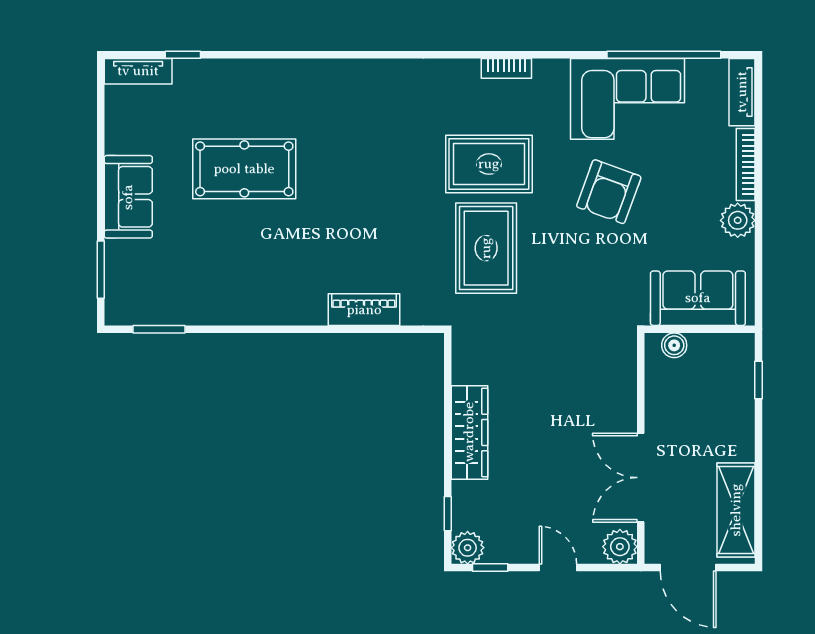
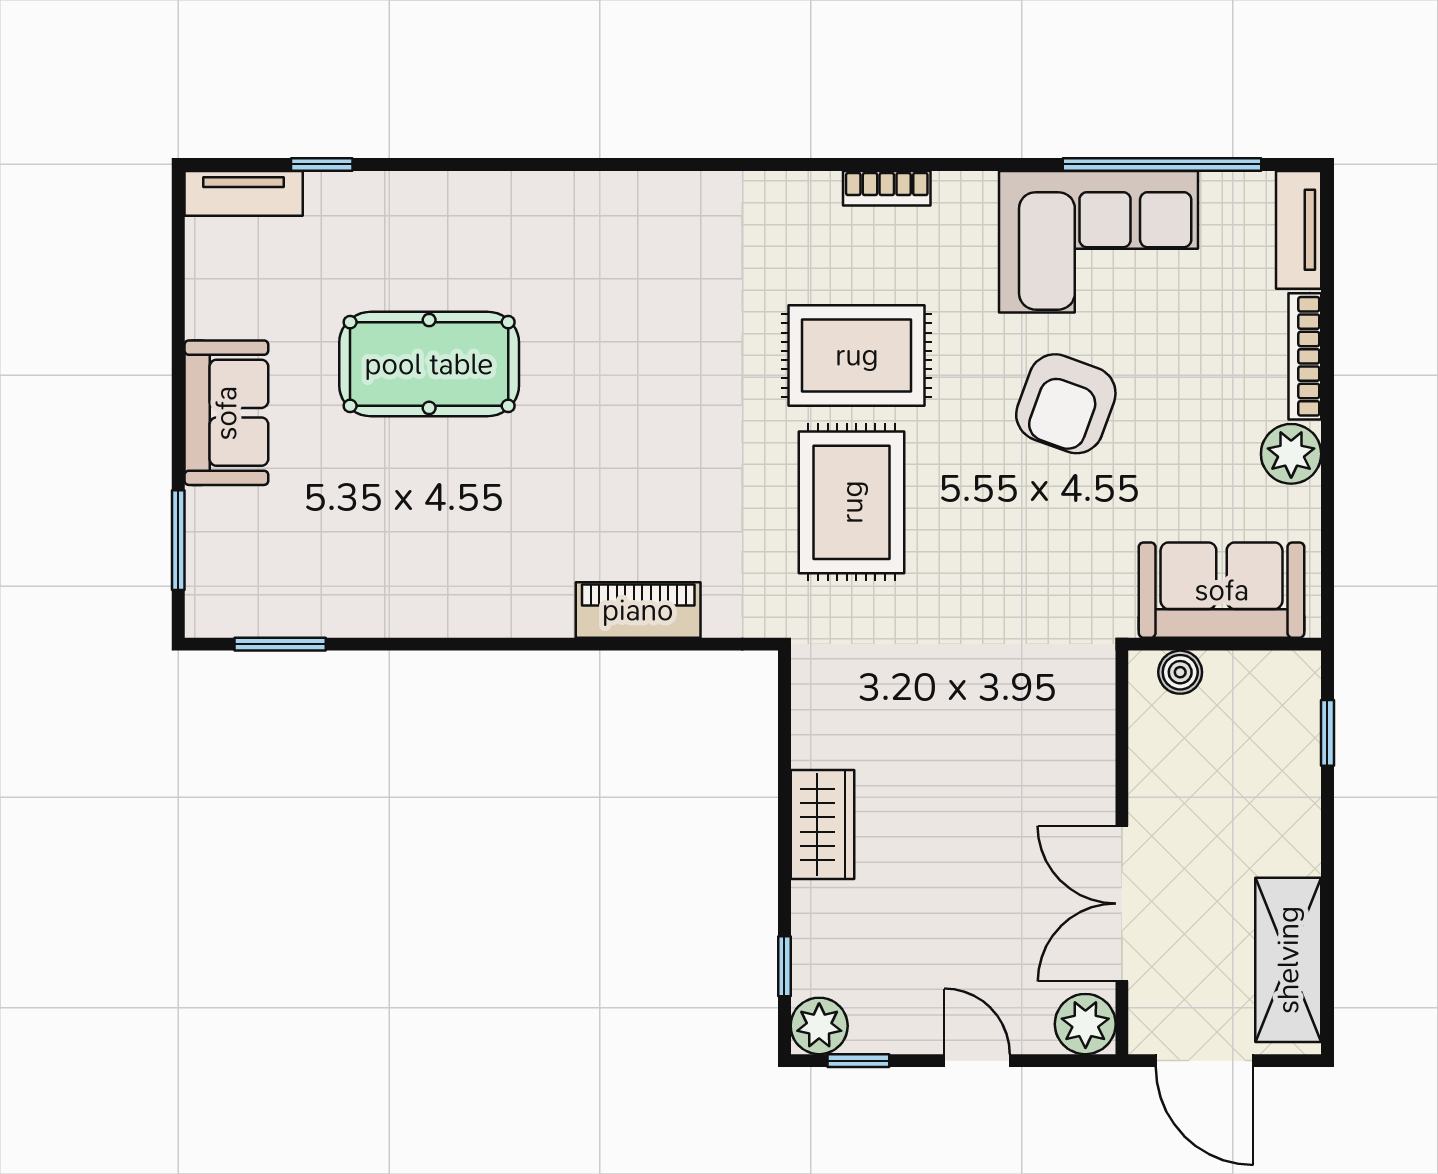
wardrobe: (469, 432) -> (822, 824), width x0.67

